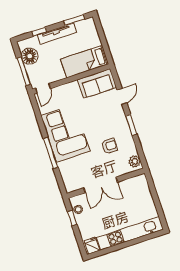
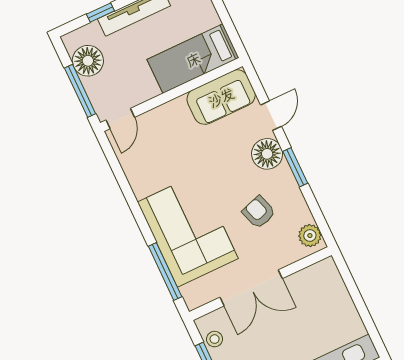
floor lamp: (117, 116) -> (267, 154), added
corner sofa: (65, 133) -> (188, 230), moved
armchair: (109, 146) -> (259, 212), turned -108
window: (51, 153) -> (165, 271), moved

